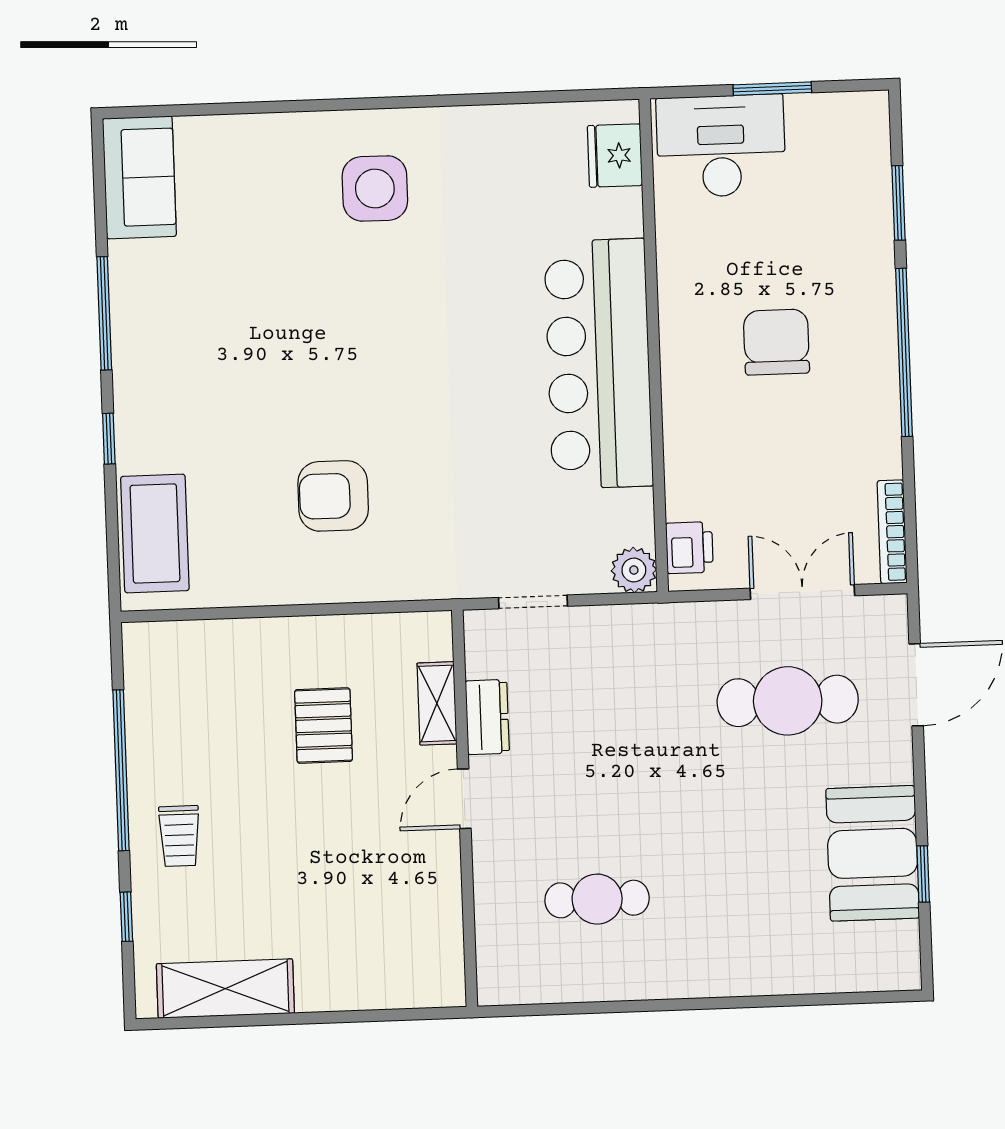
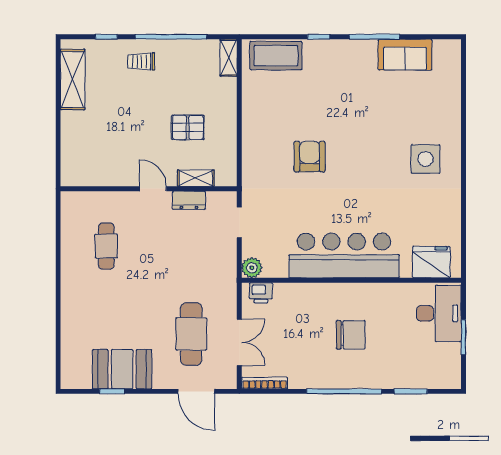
fridge: (615, 156) -> (431, 262), width x1.36, depth x1.34
sofa: (139, 177) -> (405, 55), moved
armchair: (333, 496) -> (310, 157), moved
shelving: (163, 640) -> (229, 58), added

